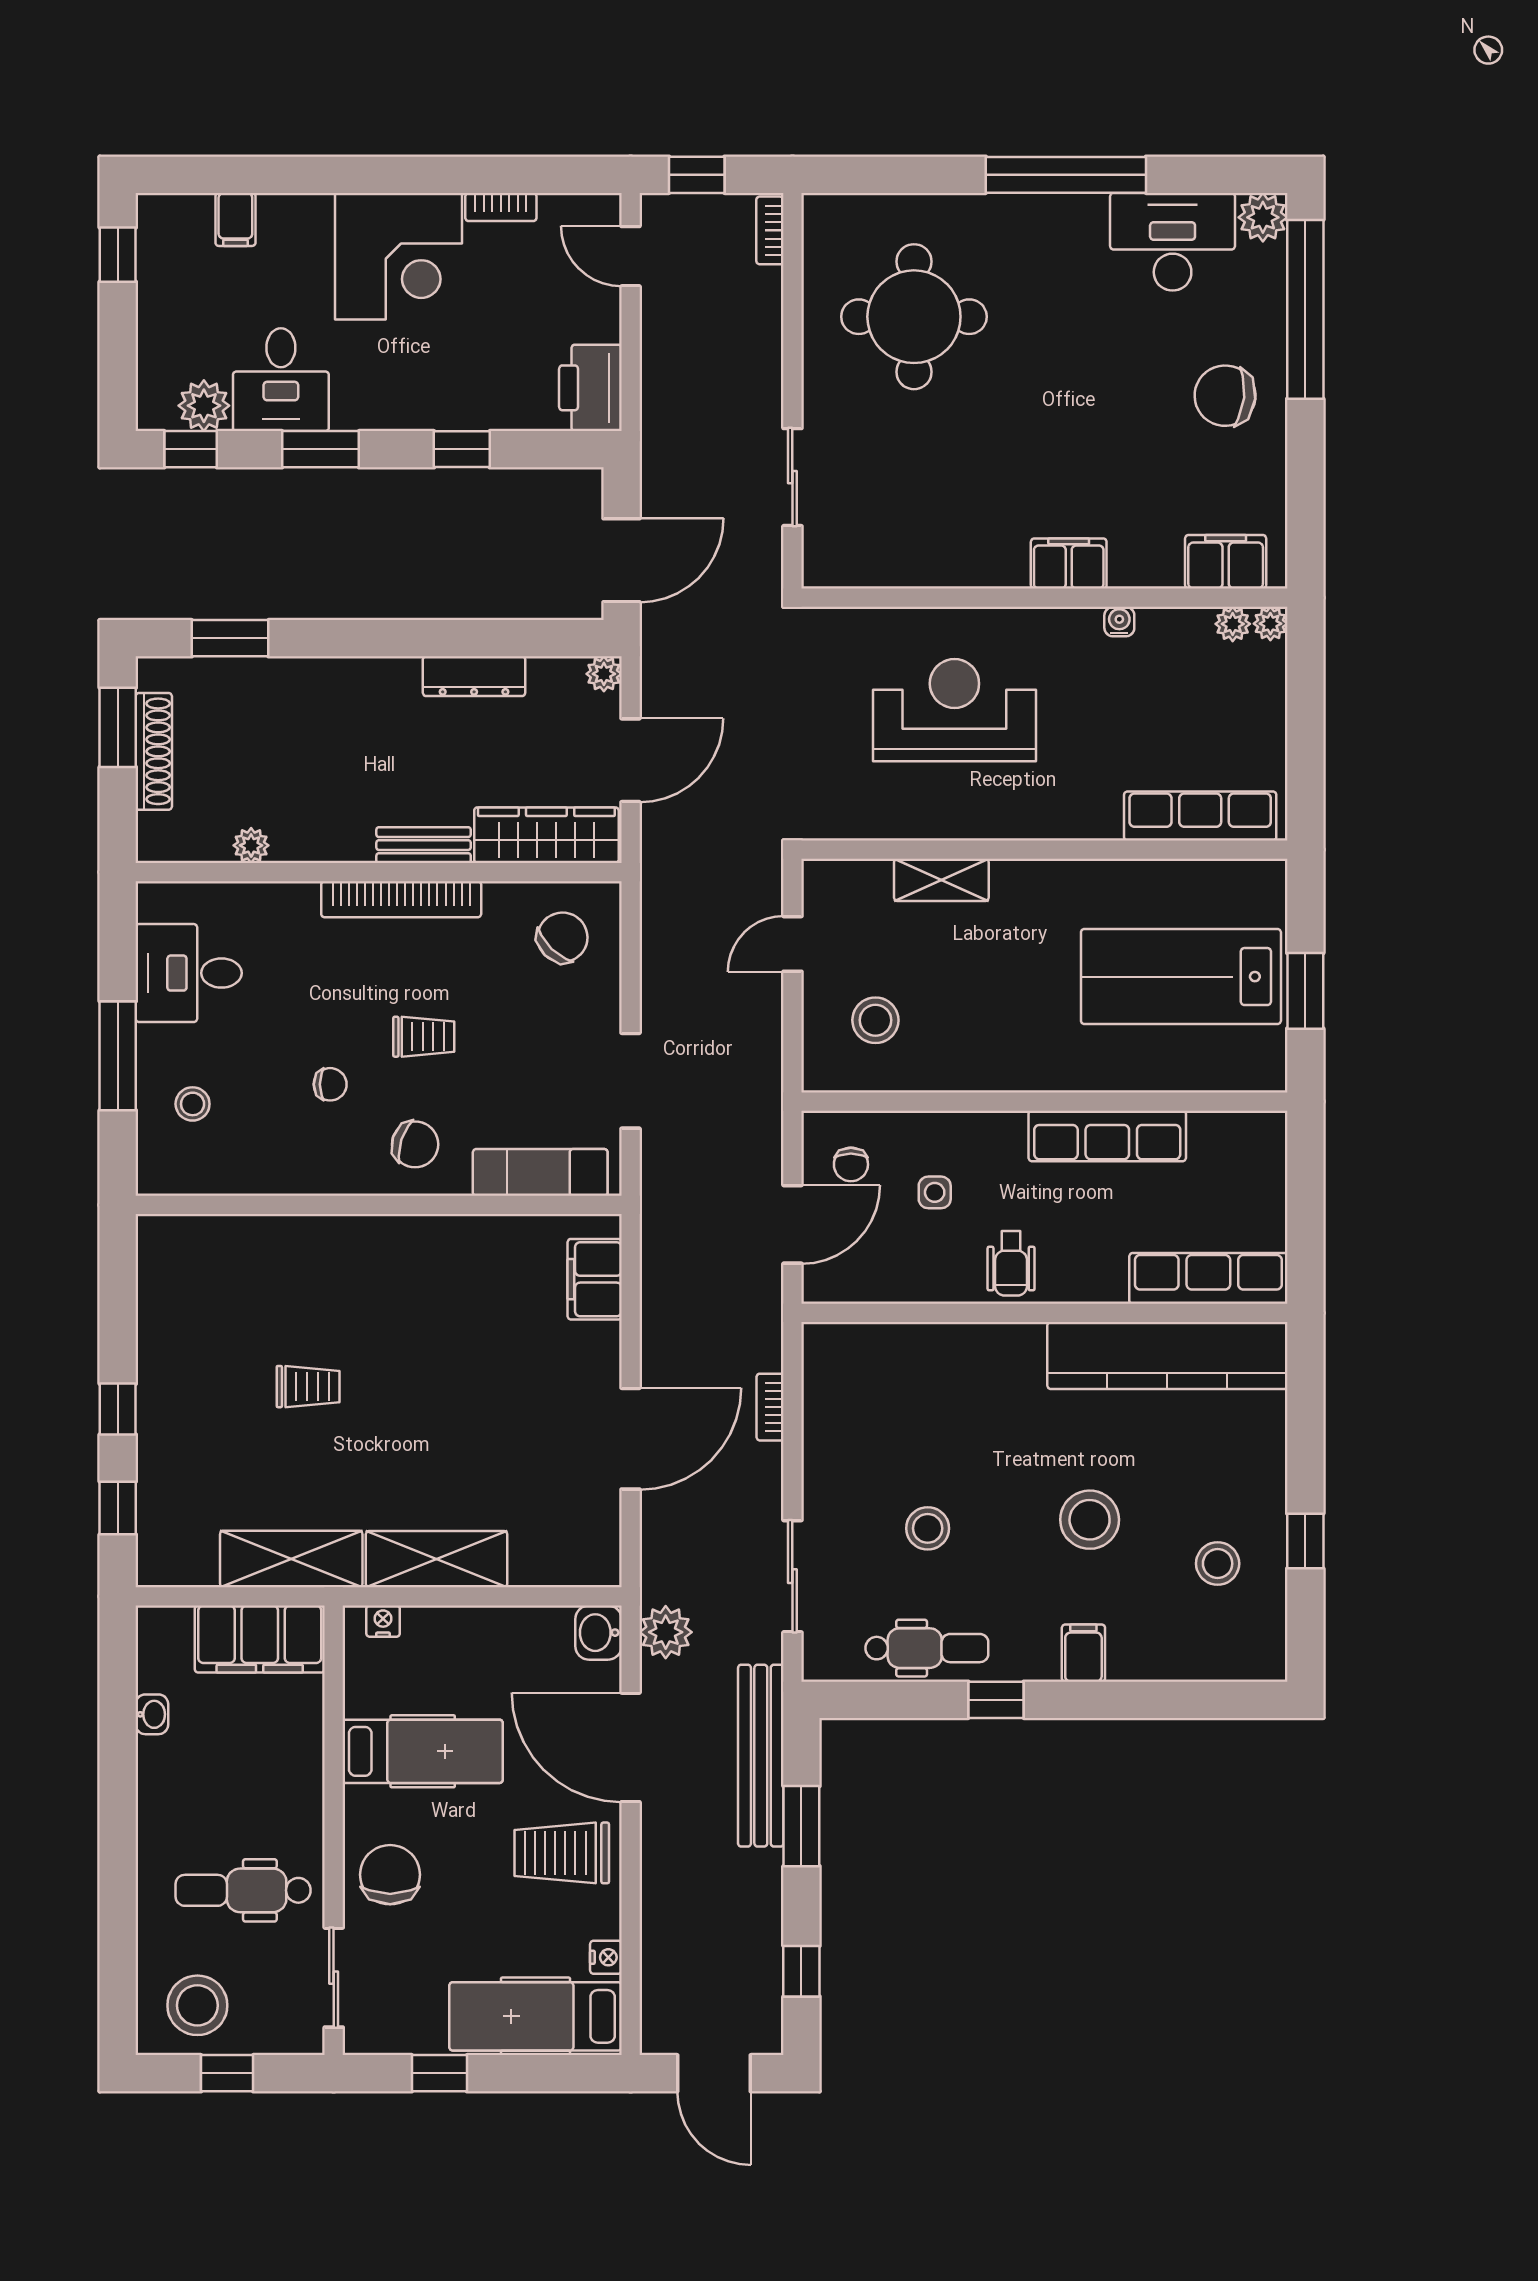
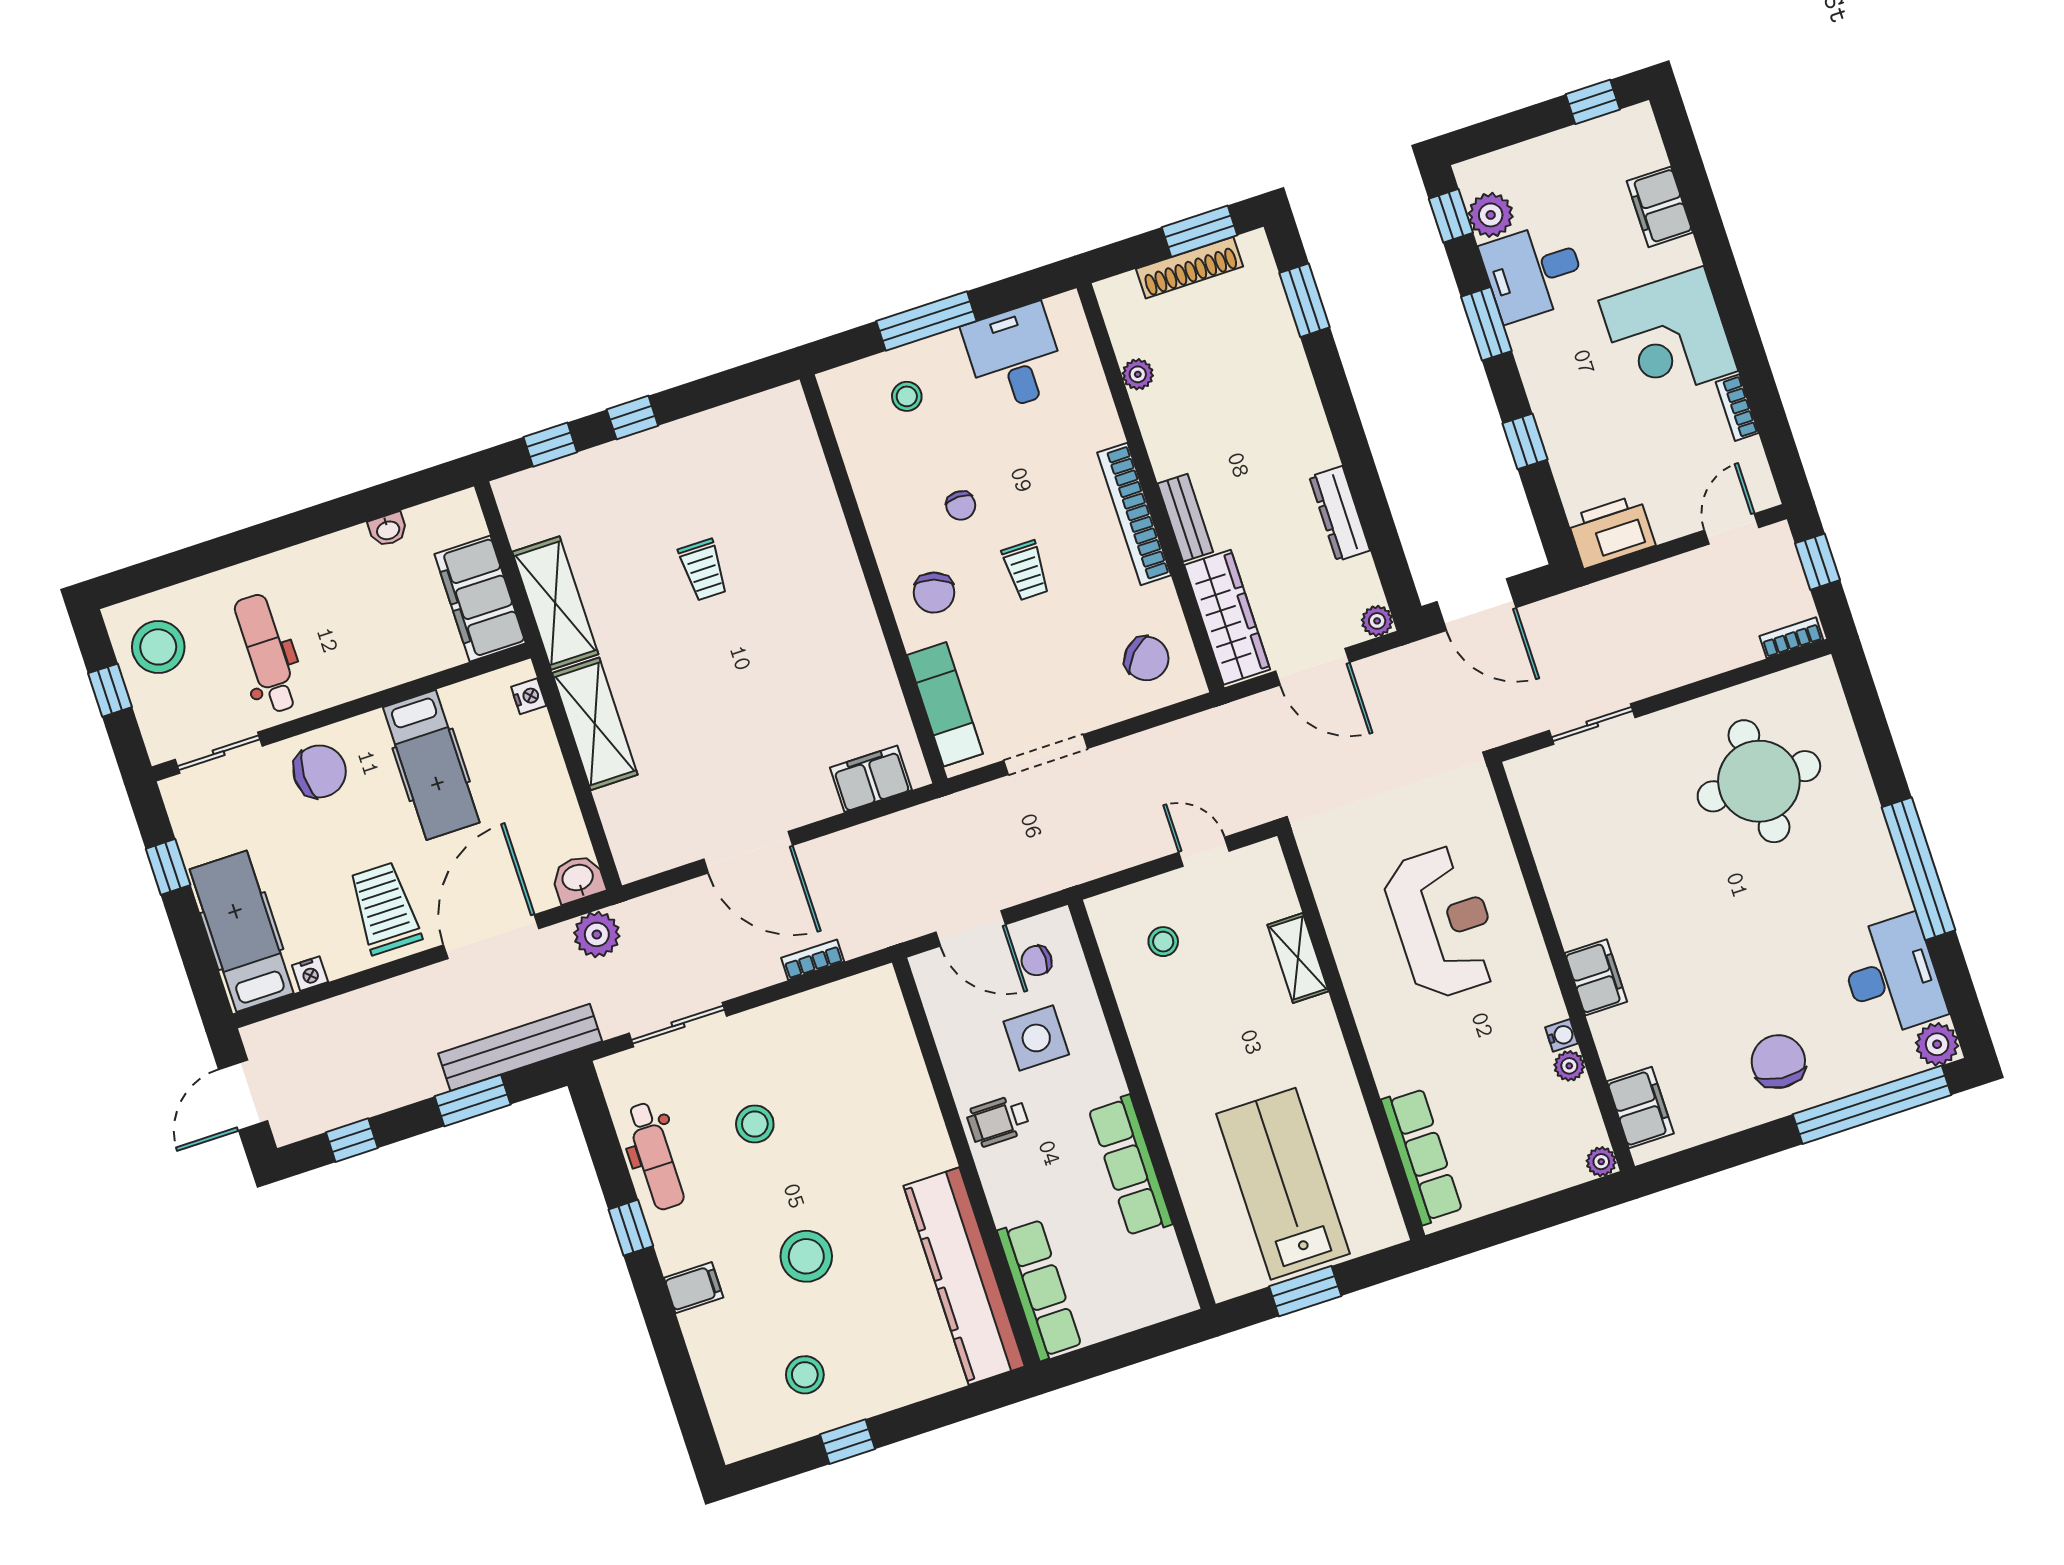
filing cabinet: (235, 219) -> (1660, 207), width x2.00
plant: (1233, 624) -> (1569, 1066), moved
stool: (875, 1020) -> (1163, 942), width x0.73, depth x0.73
side table: (935, 1192) -> (1036, 1038), width x1.87, depth x1.87

